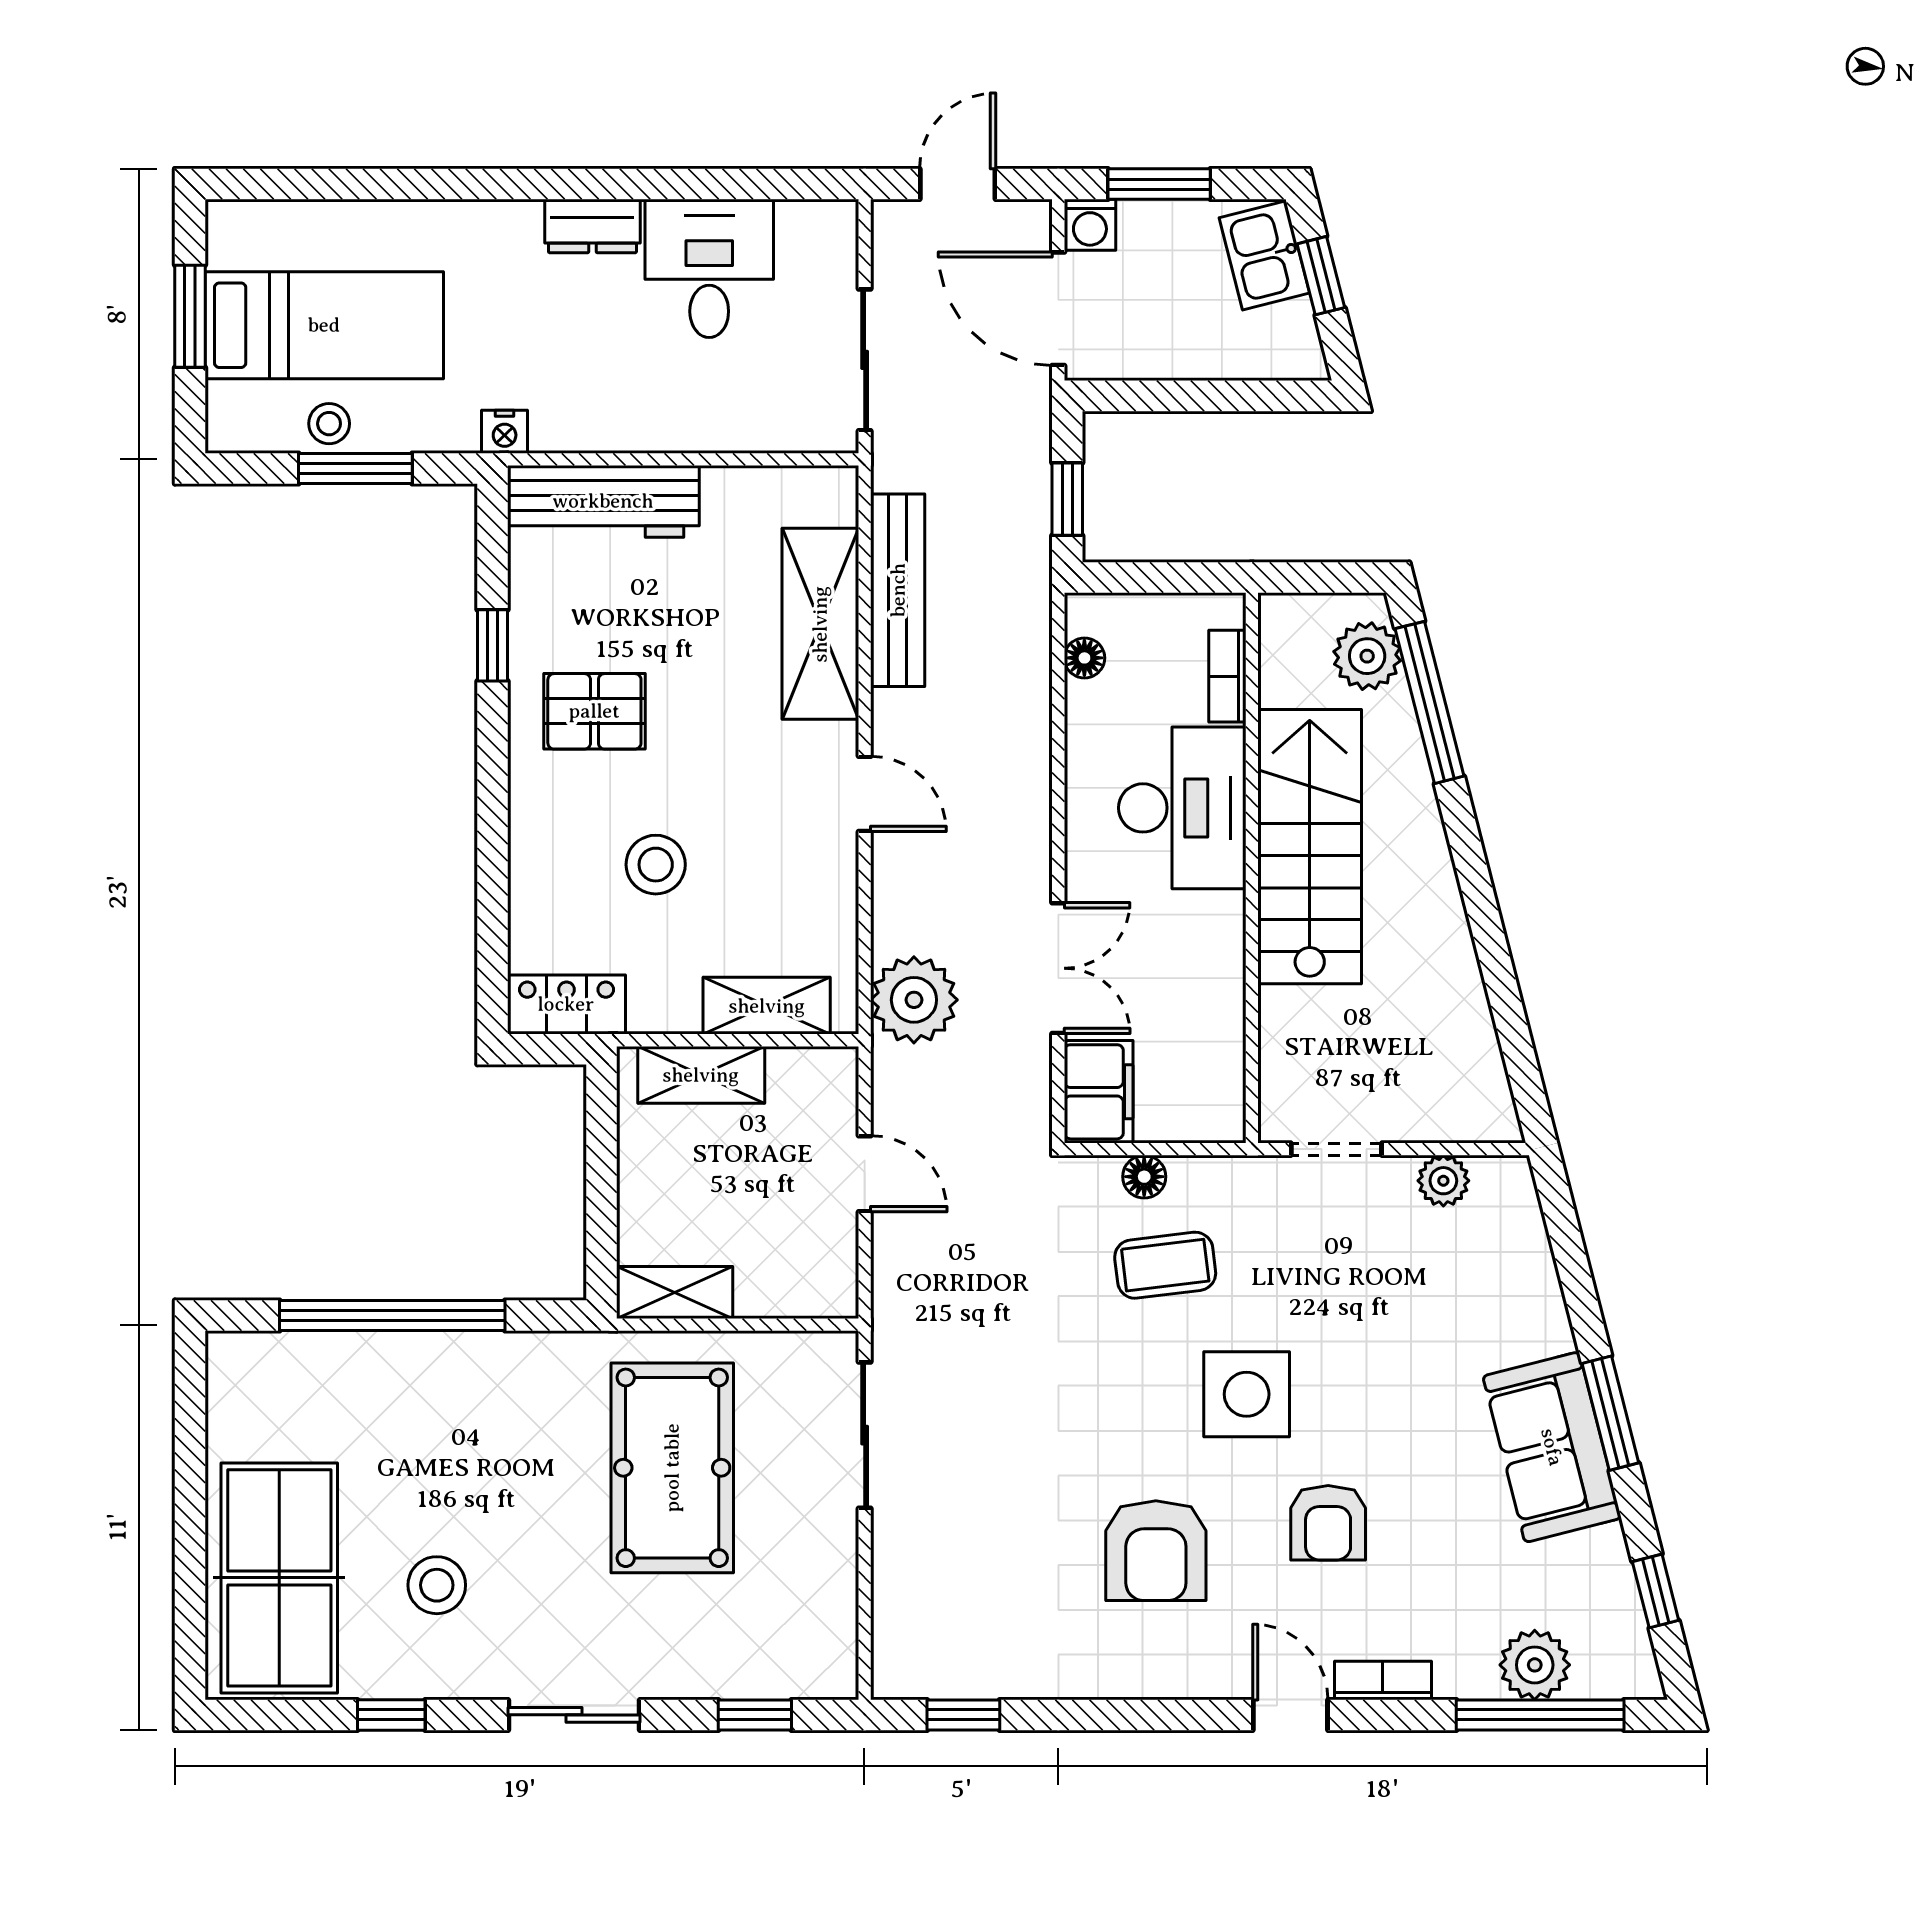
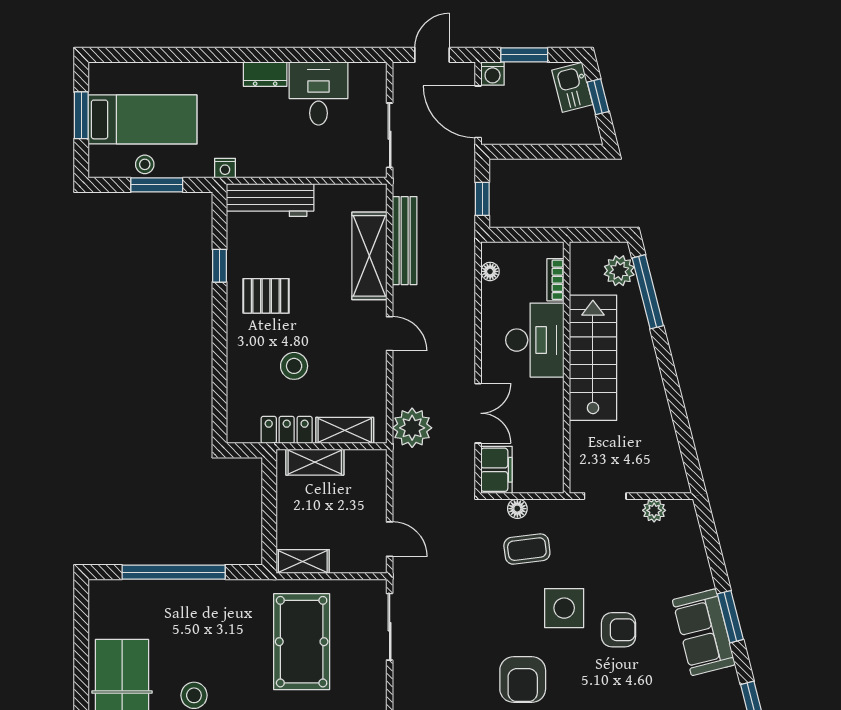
locker: (566, 1004) -> (287, 430), moved
door: (865, 1174) -> (390, 539), moved
armchair: (1328, 1523) -> (619, 630), moved, turned -90

